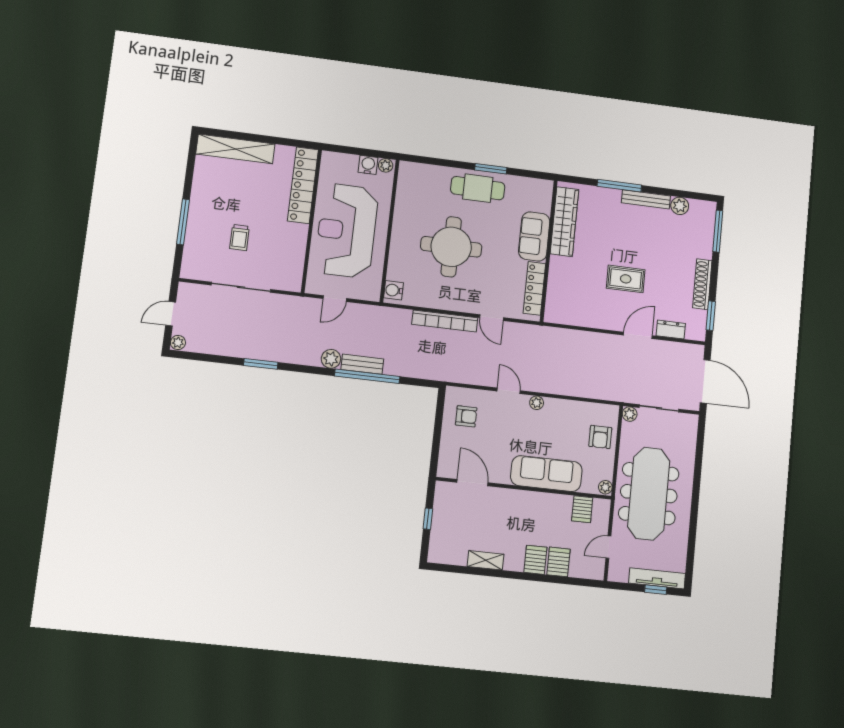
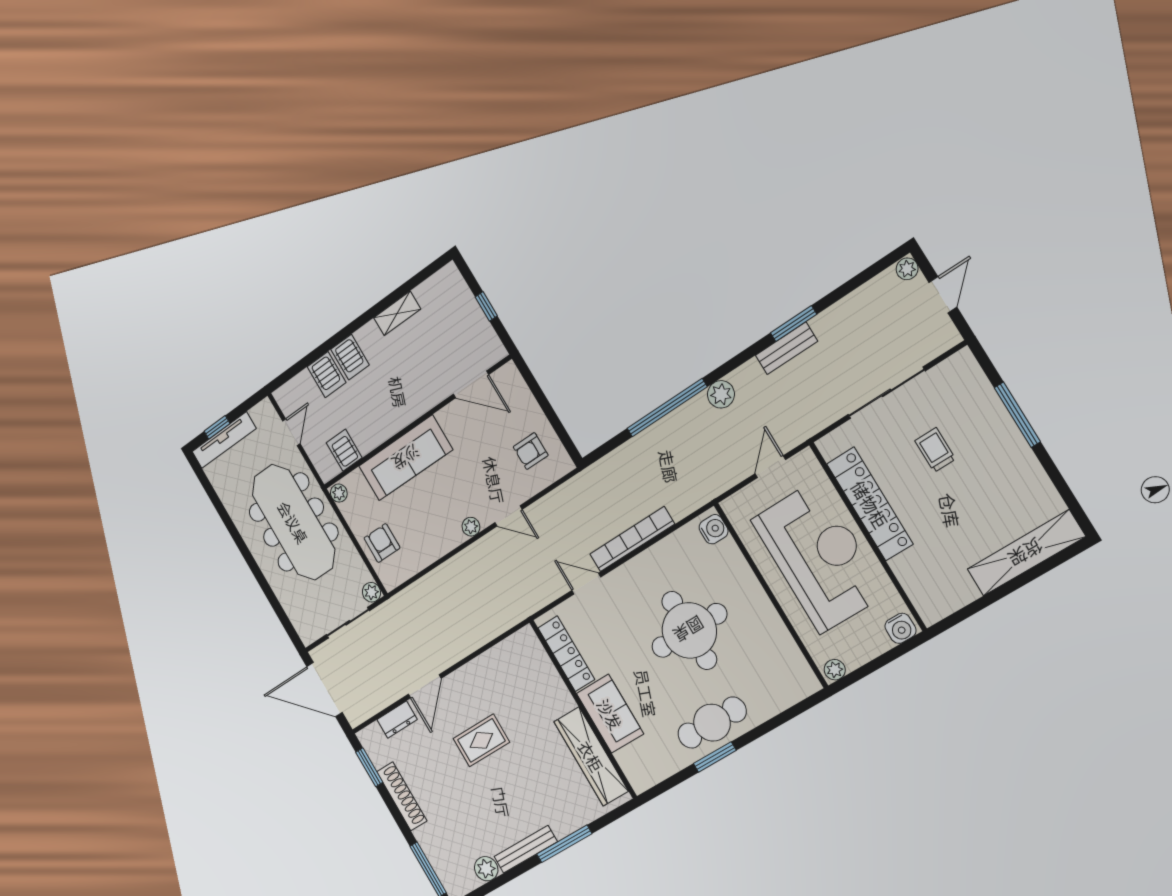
water cooler: (368, 165) -> (901, 628), moved
locker: (303, 185) -> (870, 504), moved
bench: (362, 364) -> (786, 348), moved

